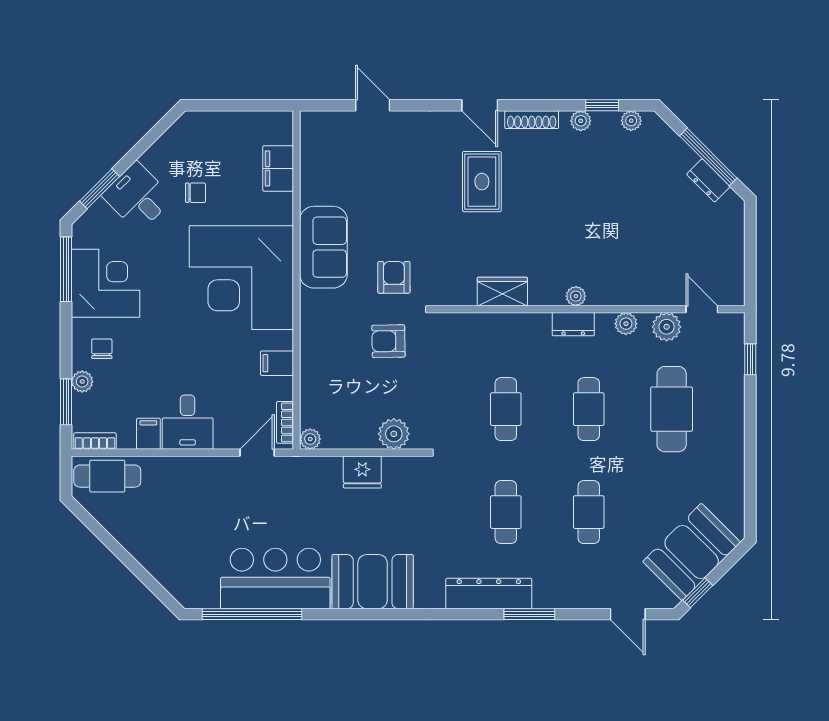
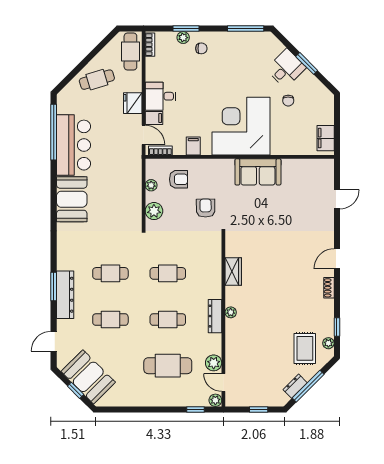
shoe rack: (532, 120) -> (329, 288), width x0.70
plant: (581, 121) -> (328, 315), removed
filing cabinet: (278, 168) -> (326, 138), moved, turned -90
rug: (482, 182) -> (305, 348), moved, turned 90
window: (99, 189) -> (307, 63), moved
window: (750, 246) -> (259, 409), added
armchair: (394, 277) -> (178, 179), moved
corner desk: (105, 283) -> (238, 50), removed
door: (702, 309) -> (223, 383), swing flipped
dresser: (573, 324) -> (215, 316), width x1.44
plant: (626, 324) -> (215, 400), moved
window: (66, 402) -> (186, 29), moved
filing cabinet: (148, 434) -> (154, 118), moved
plant: (310, 439) -> (151, 185), moved
fridge: (362, 472) -> (133, 103), moved
cafe table: (158, 536) -> (97, 80), added
window: (698, 593) -> (76, 390), moved
dresser: (489, 594) -> (65, 295), moved

